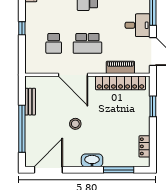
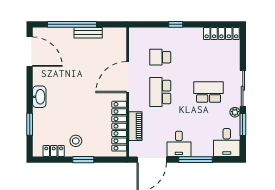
bench: (30, 102) -> (88, 33), moved
window: (153, 106) -> (83, 160), moved
stool: (75, 124) -> (76, 141), moved
window: (119, 170) -> (30, 124), width x0.69

